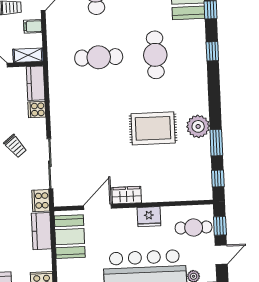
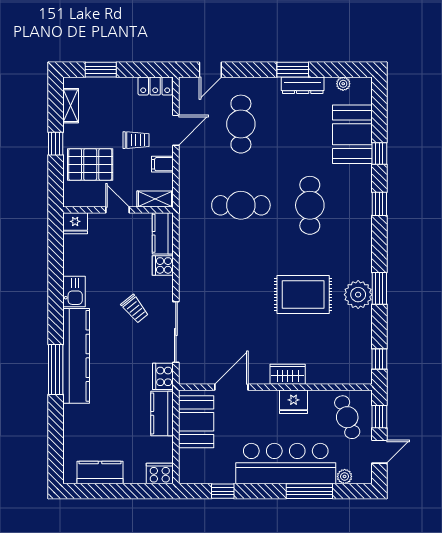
window: (216, 143) -> (379, 288), moved
wardrobe: (127, 195) -> (288, 374), moved
cafe table: (194, 227) -> (347, 417), turned 71

